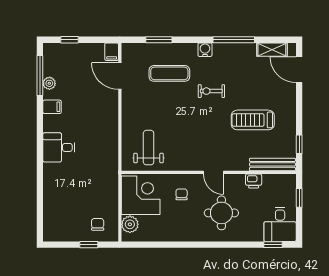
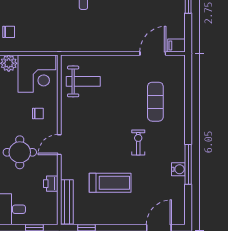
window: (159, 40) -> (188, 91), removed
water cooler: (205, 50) -> (178, 169), moved
shelving: (272, 50) -> (179, 201), removed
treadmill: (253, 120) -> (110, 183), turned 90

